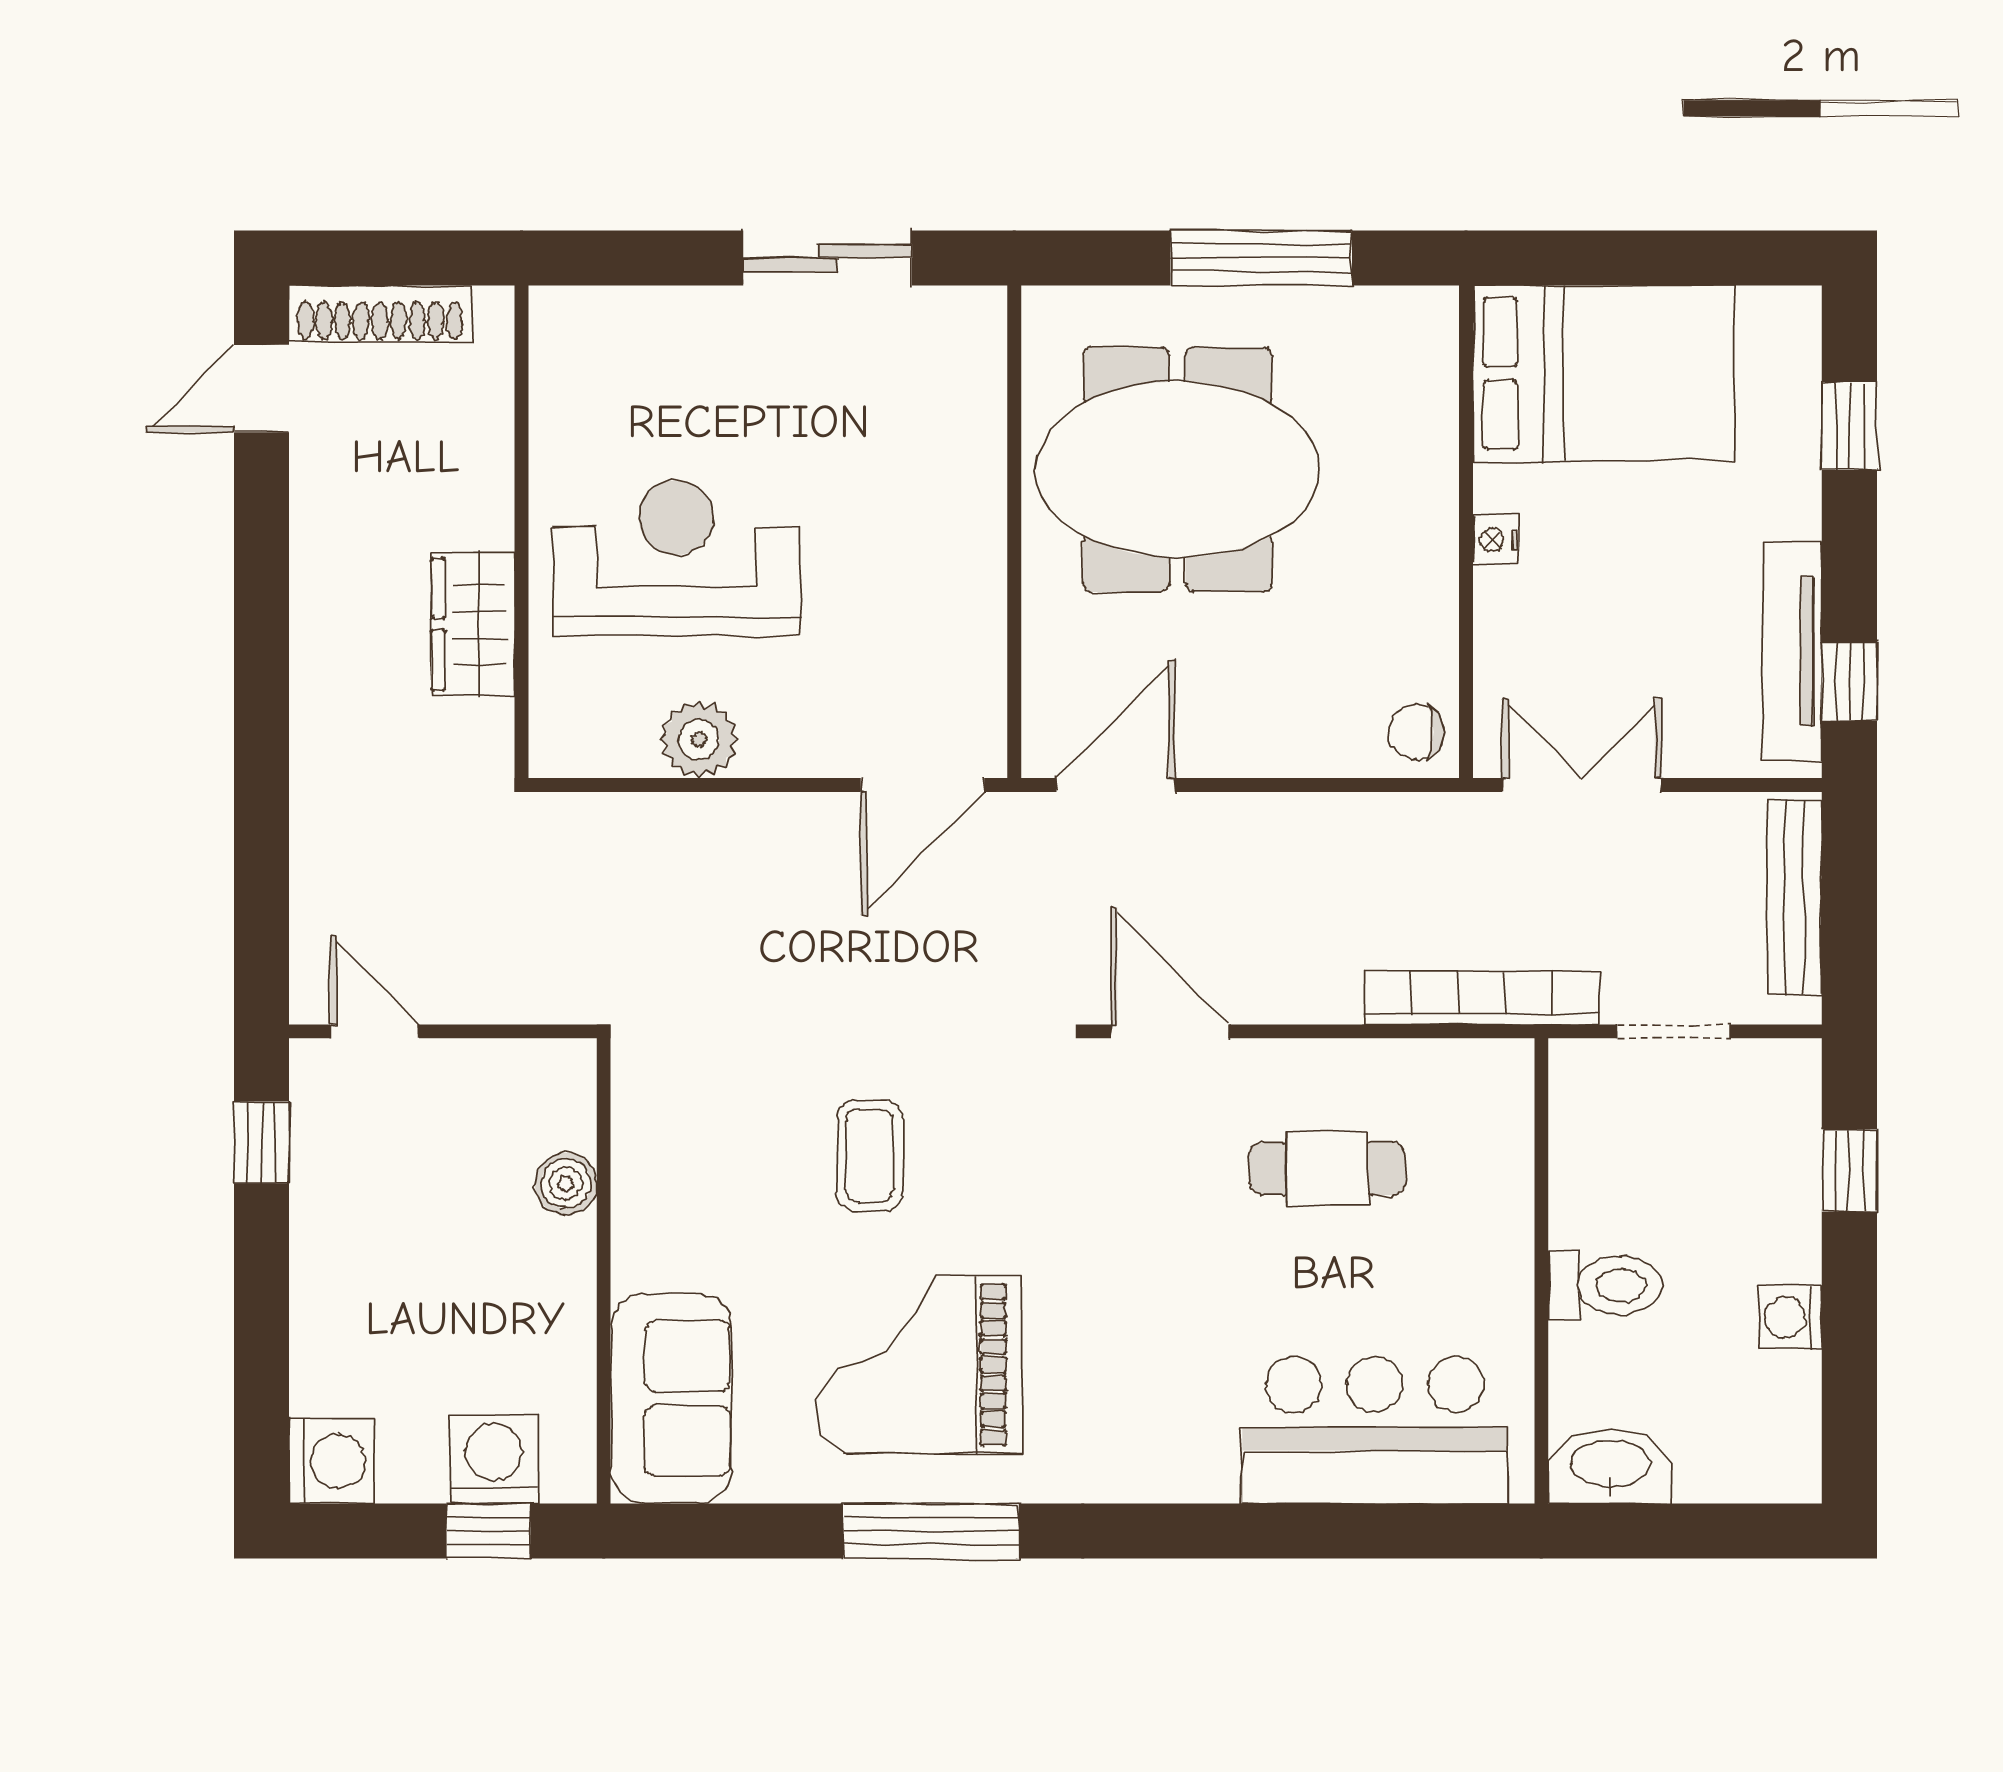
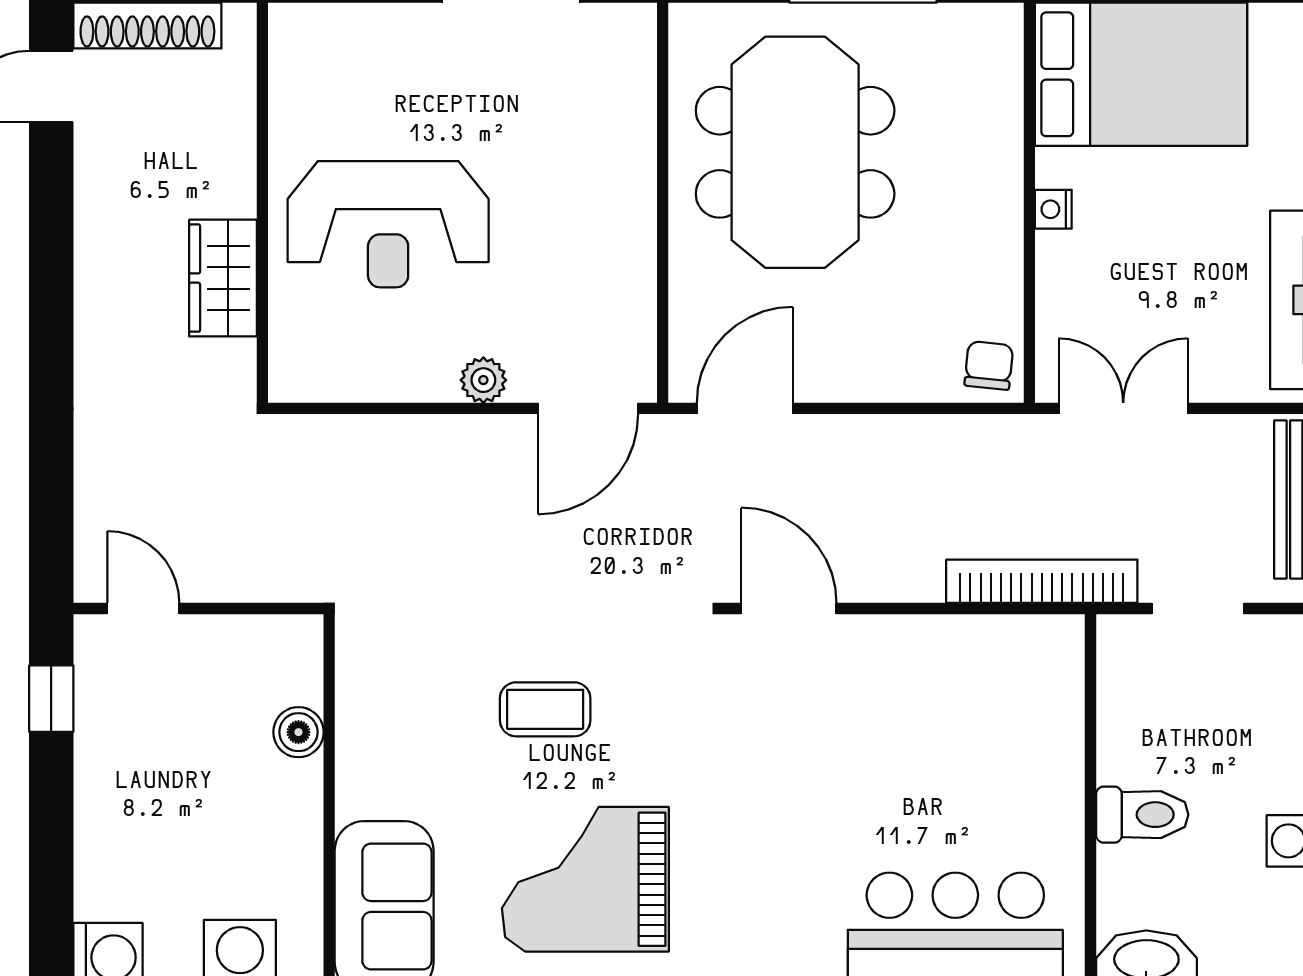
meeting table: (1177, 470) -> (795, 152), turned 90
reception desk: (676, 558) -> (388, 224), turned 180
chair: (1416, 732) -> (989, 365), turned 96
plant: (699, 740) -> (483, 380), moved, width x0.73, depth x0.73
coffee table: (870, 1156) -> (545, 709), turned 90
cafe table: (1327, 1169) -> (917, 720), removed

